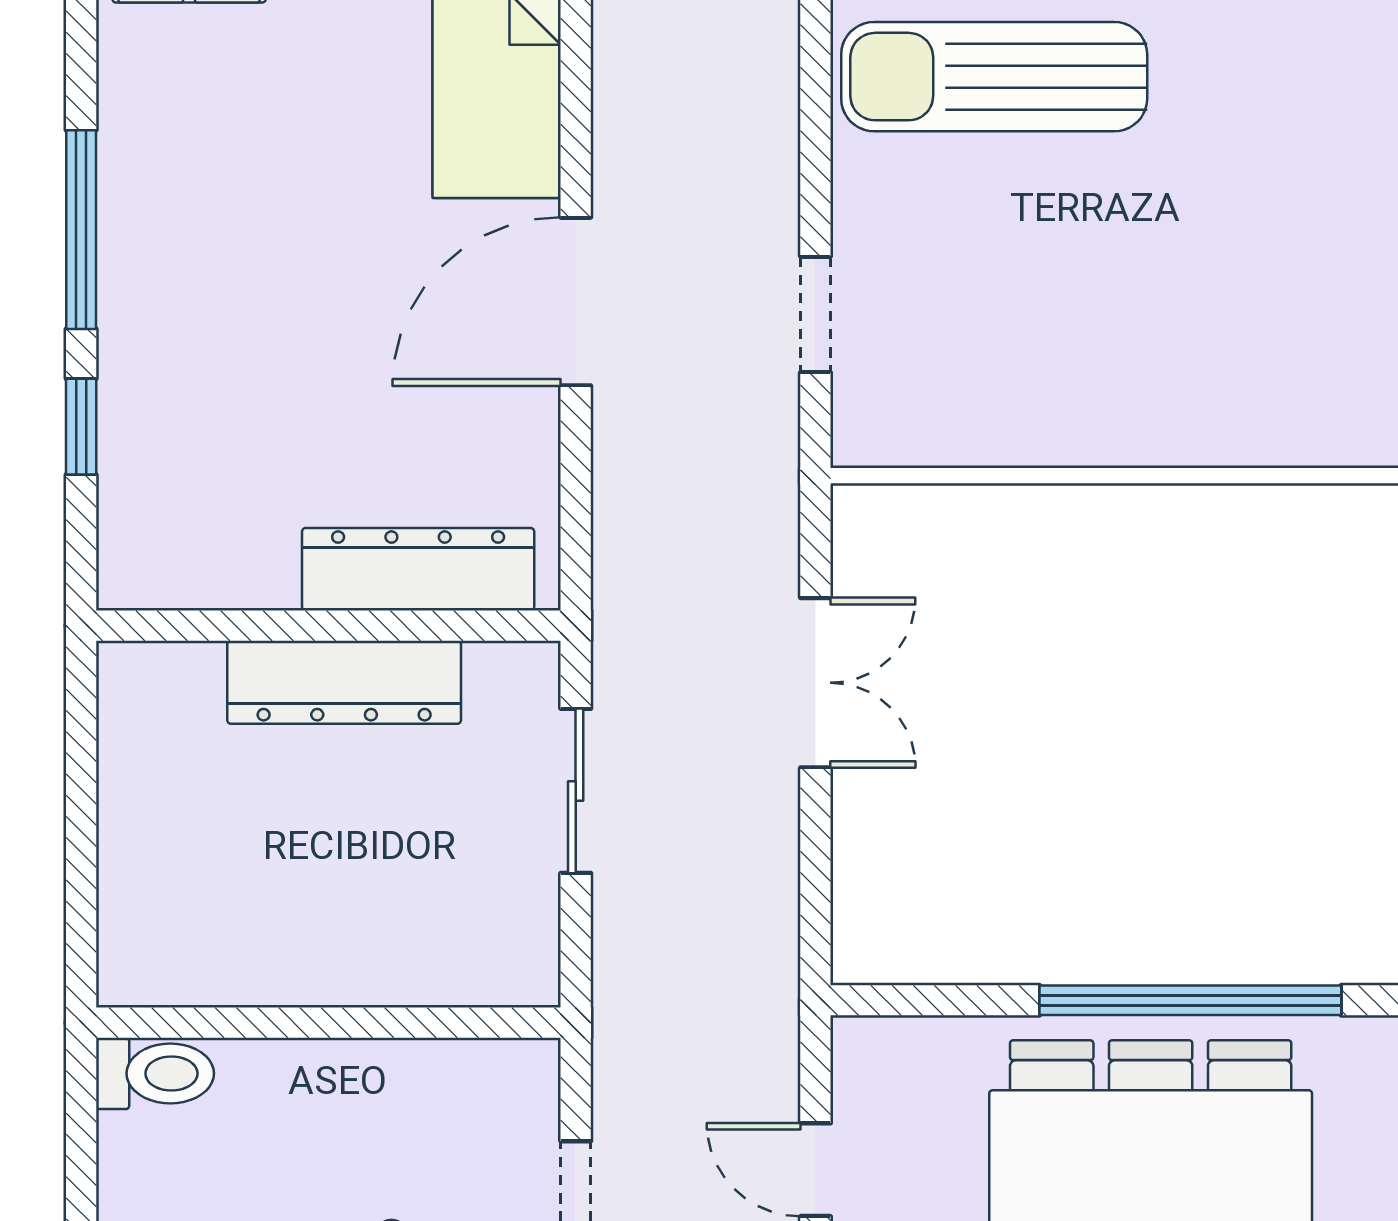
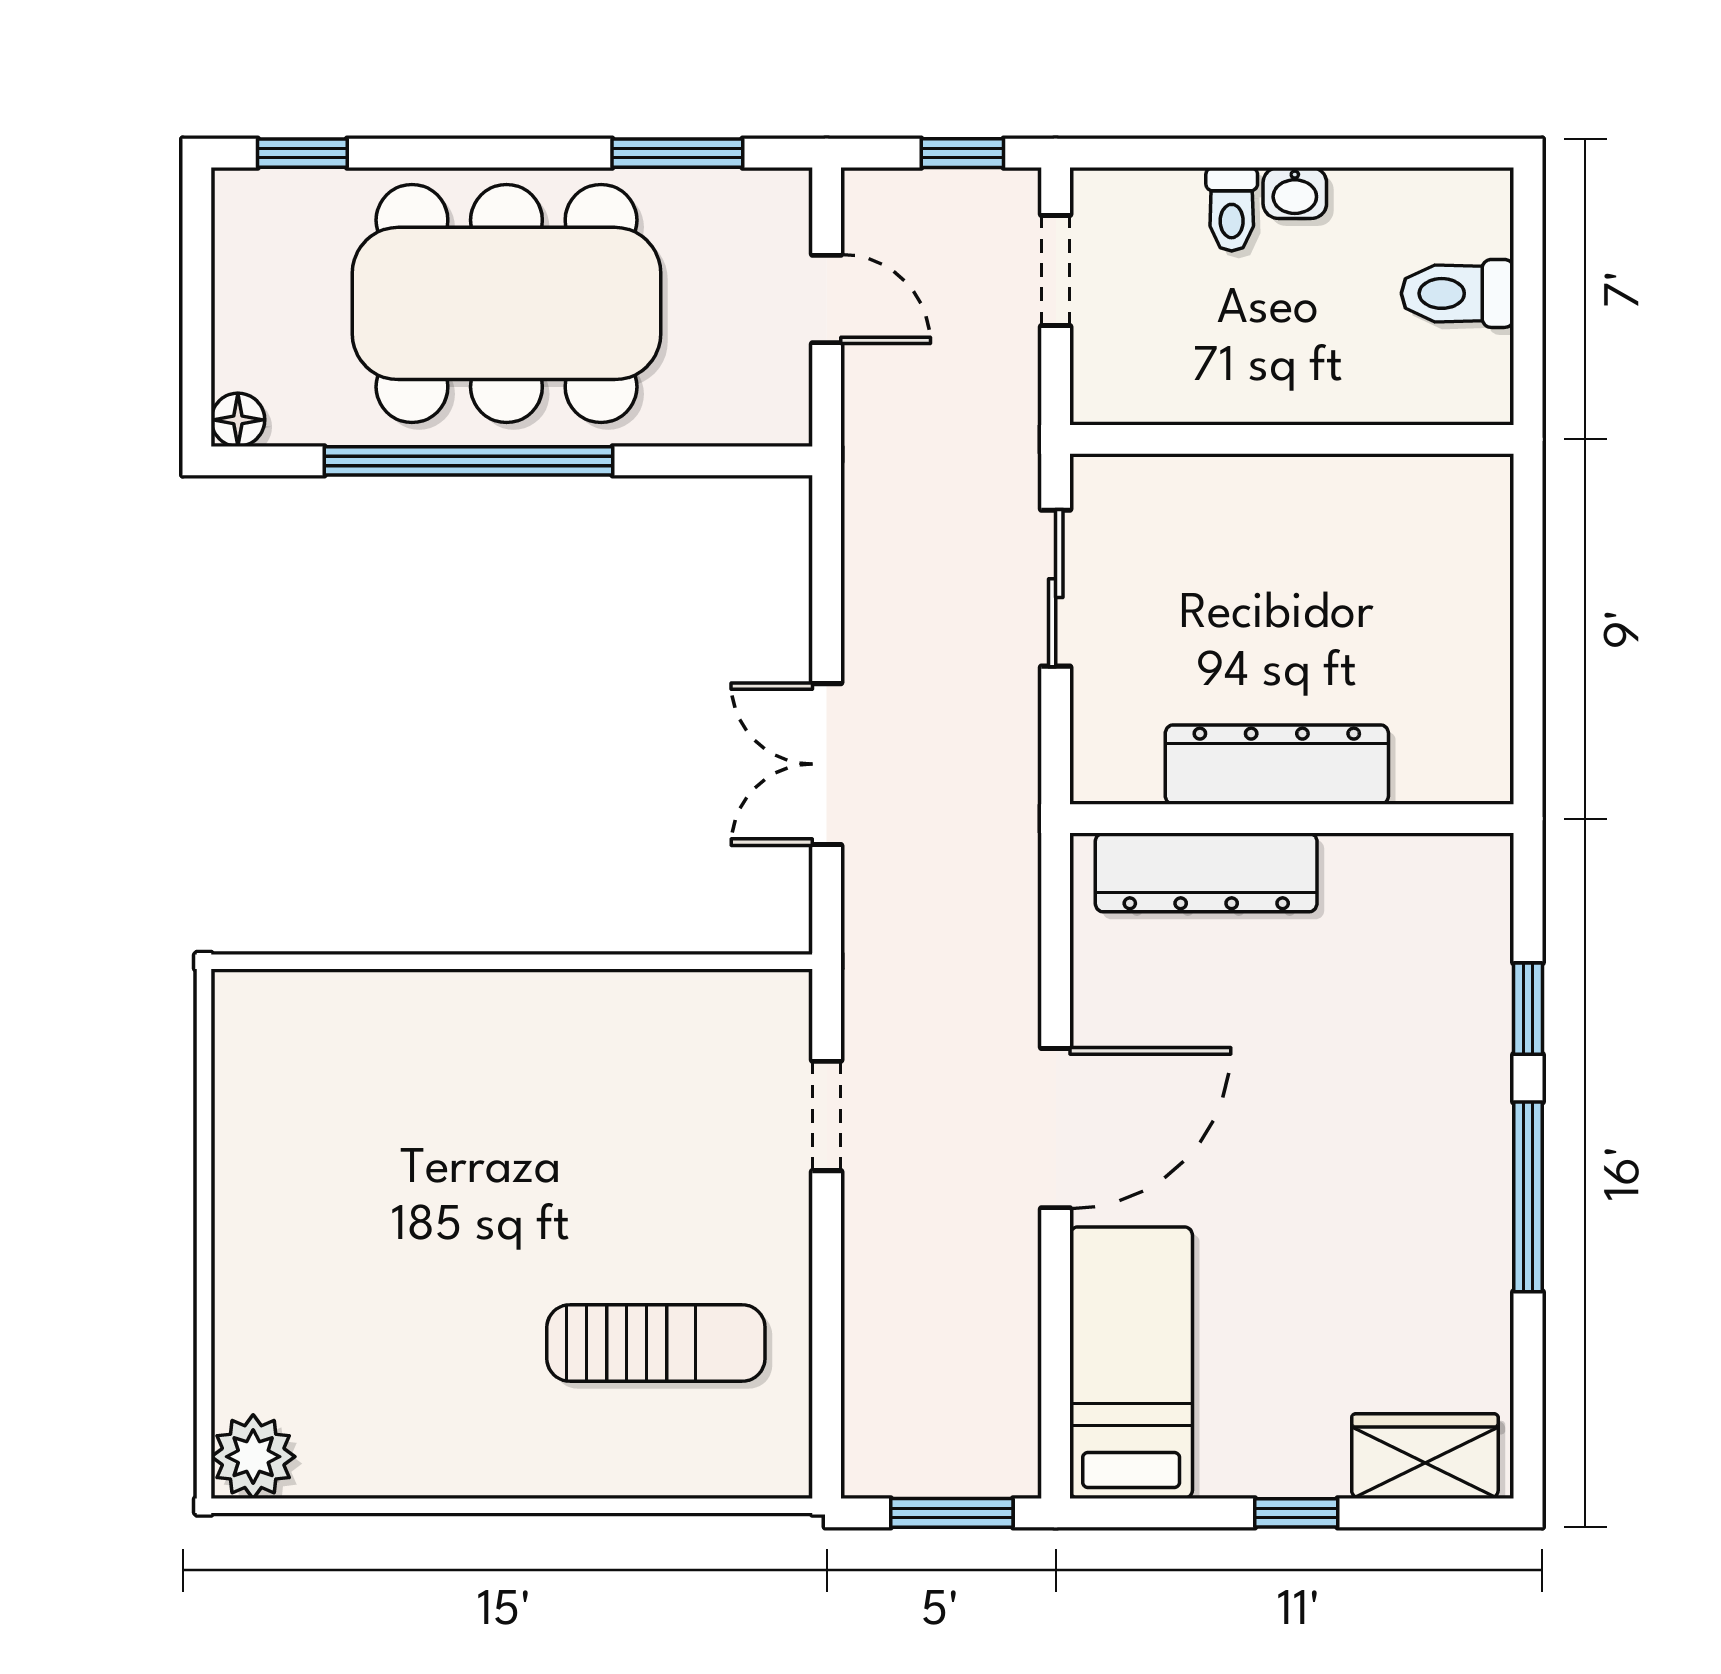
sun lounger: (994, 77) -> (656, 1343), width x0.73, depth x0.75
sliding door: (576, 791) -> (1056, 588), moved
toilet: (155, 1073) -> (1457, 293), moved

